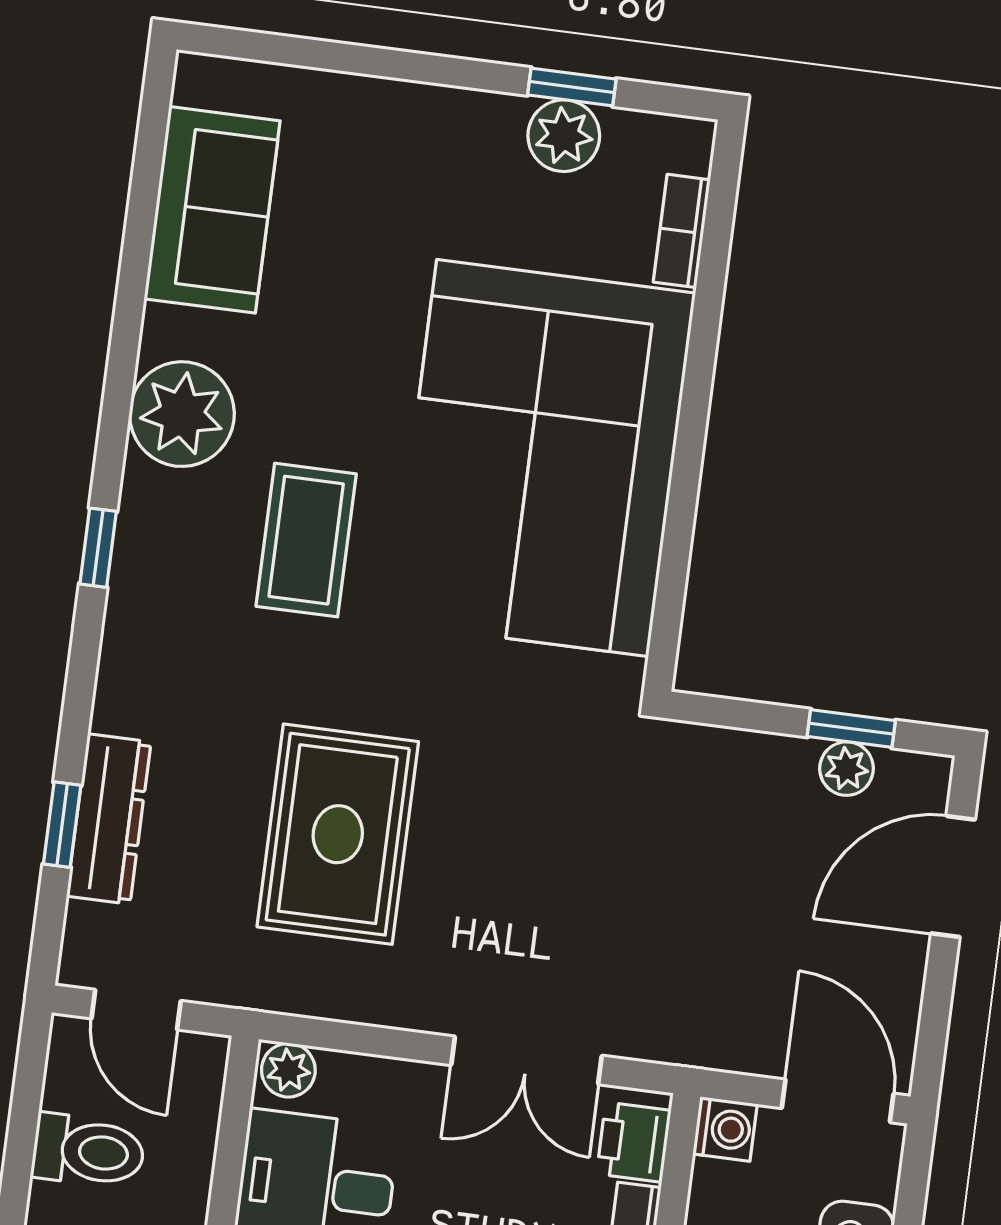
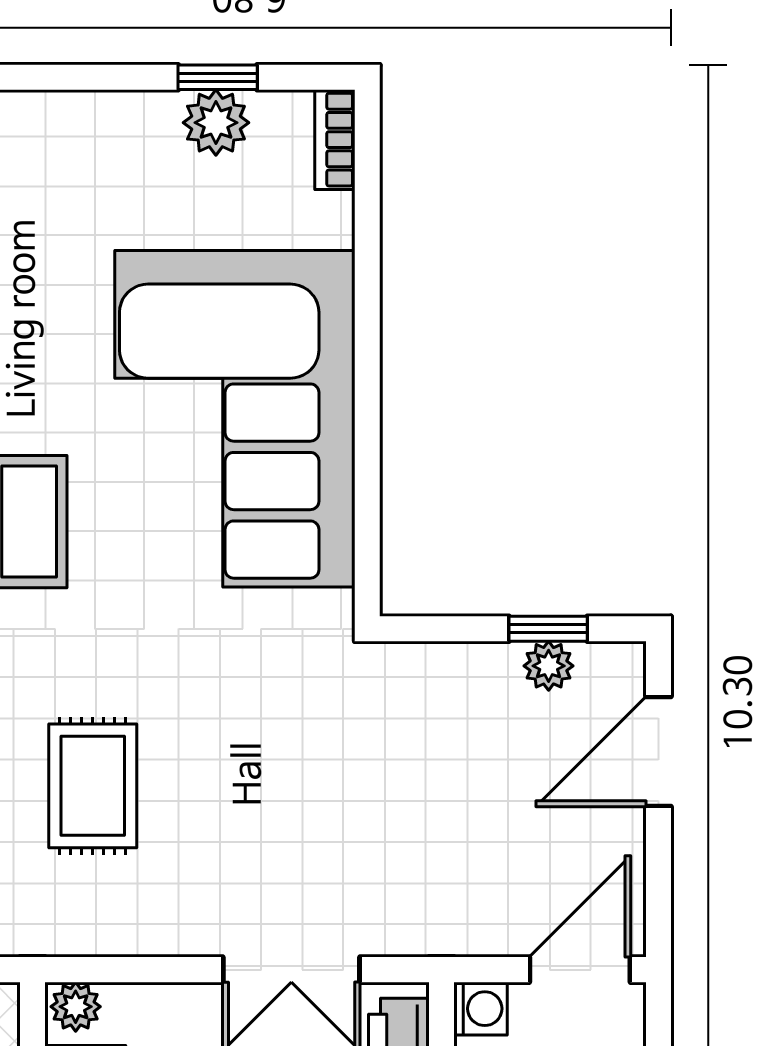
bookcase: (682, 231) -> (335, 140), moved
rug: (338, 834) -> (93, 786), width x0.73, depth x0.70
door: (838, 1101) -> (580, 970), hinge flipped

